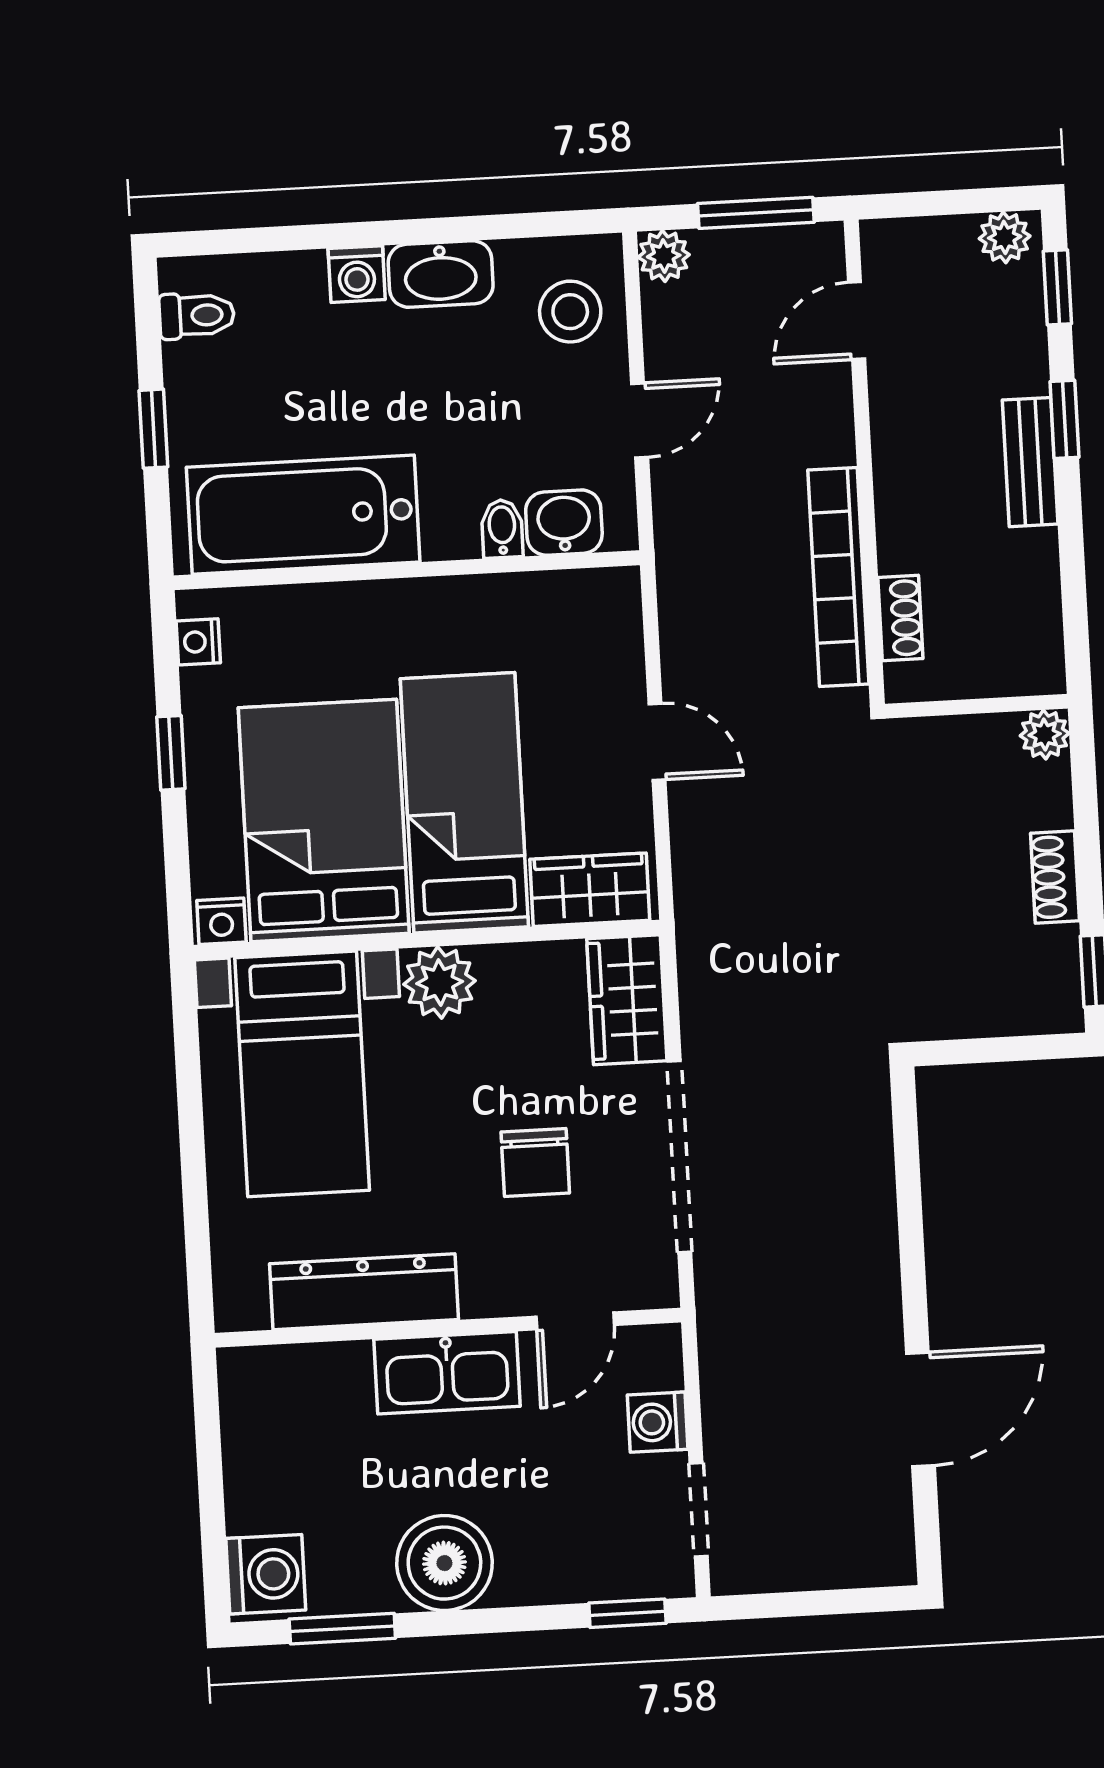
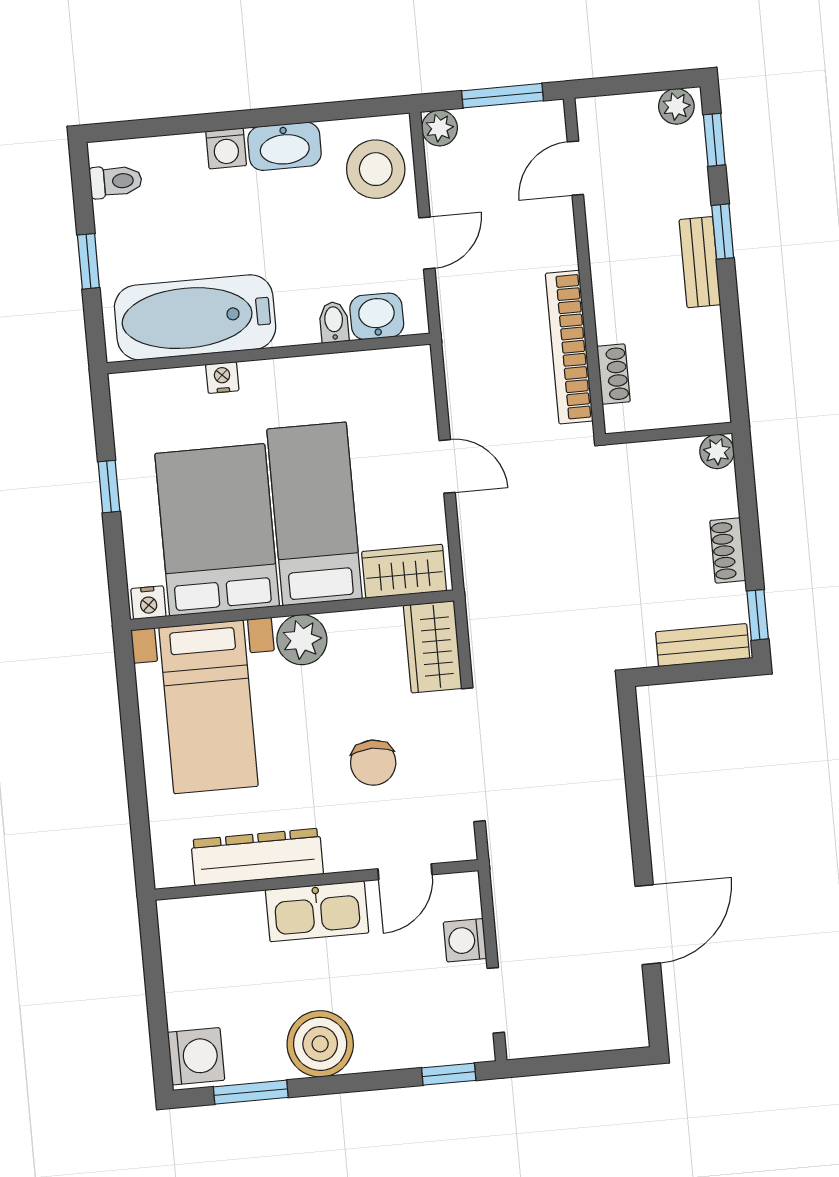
stool: (570, 312) -> (376, 169), width x1.38, depth x1.38
nightstand: (198, 642) -> (222, 378), moved, turned 90
bench: (1014, 1011) -> (703, 645), added

